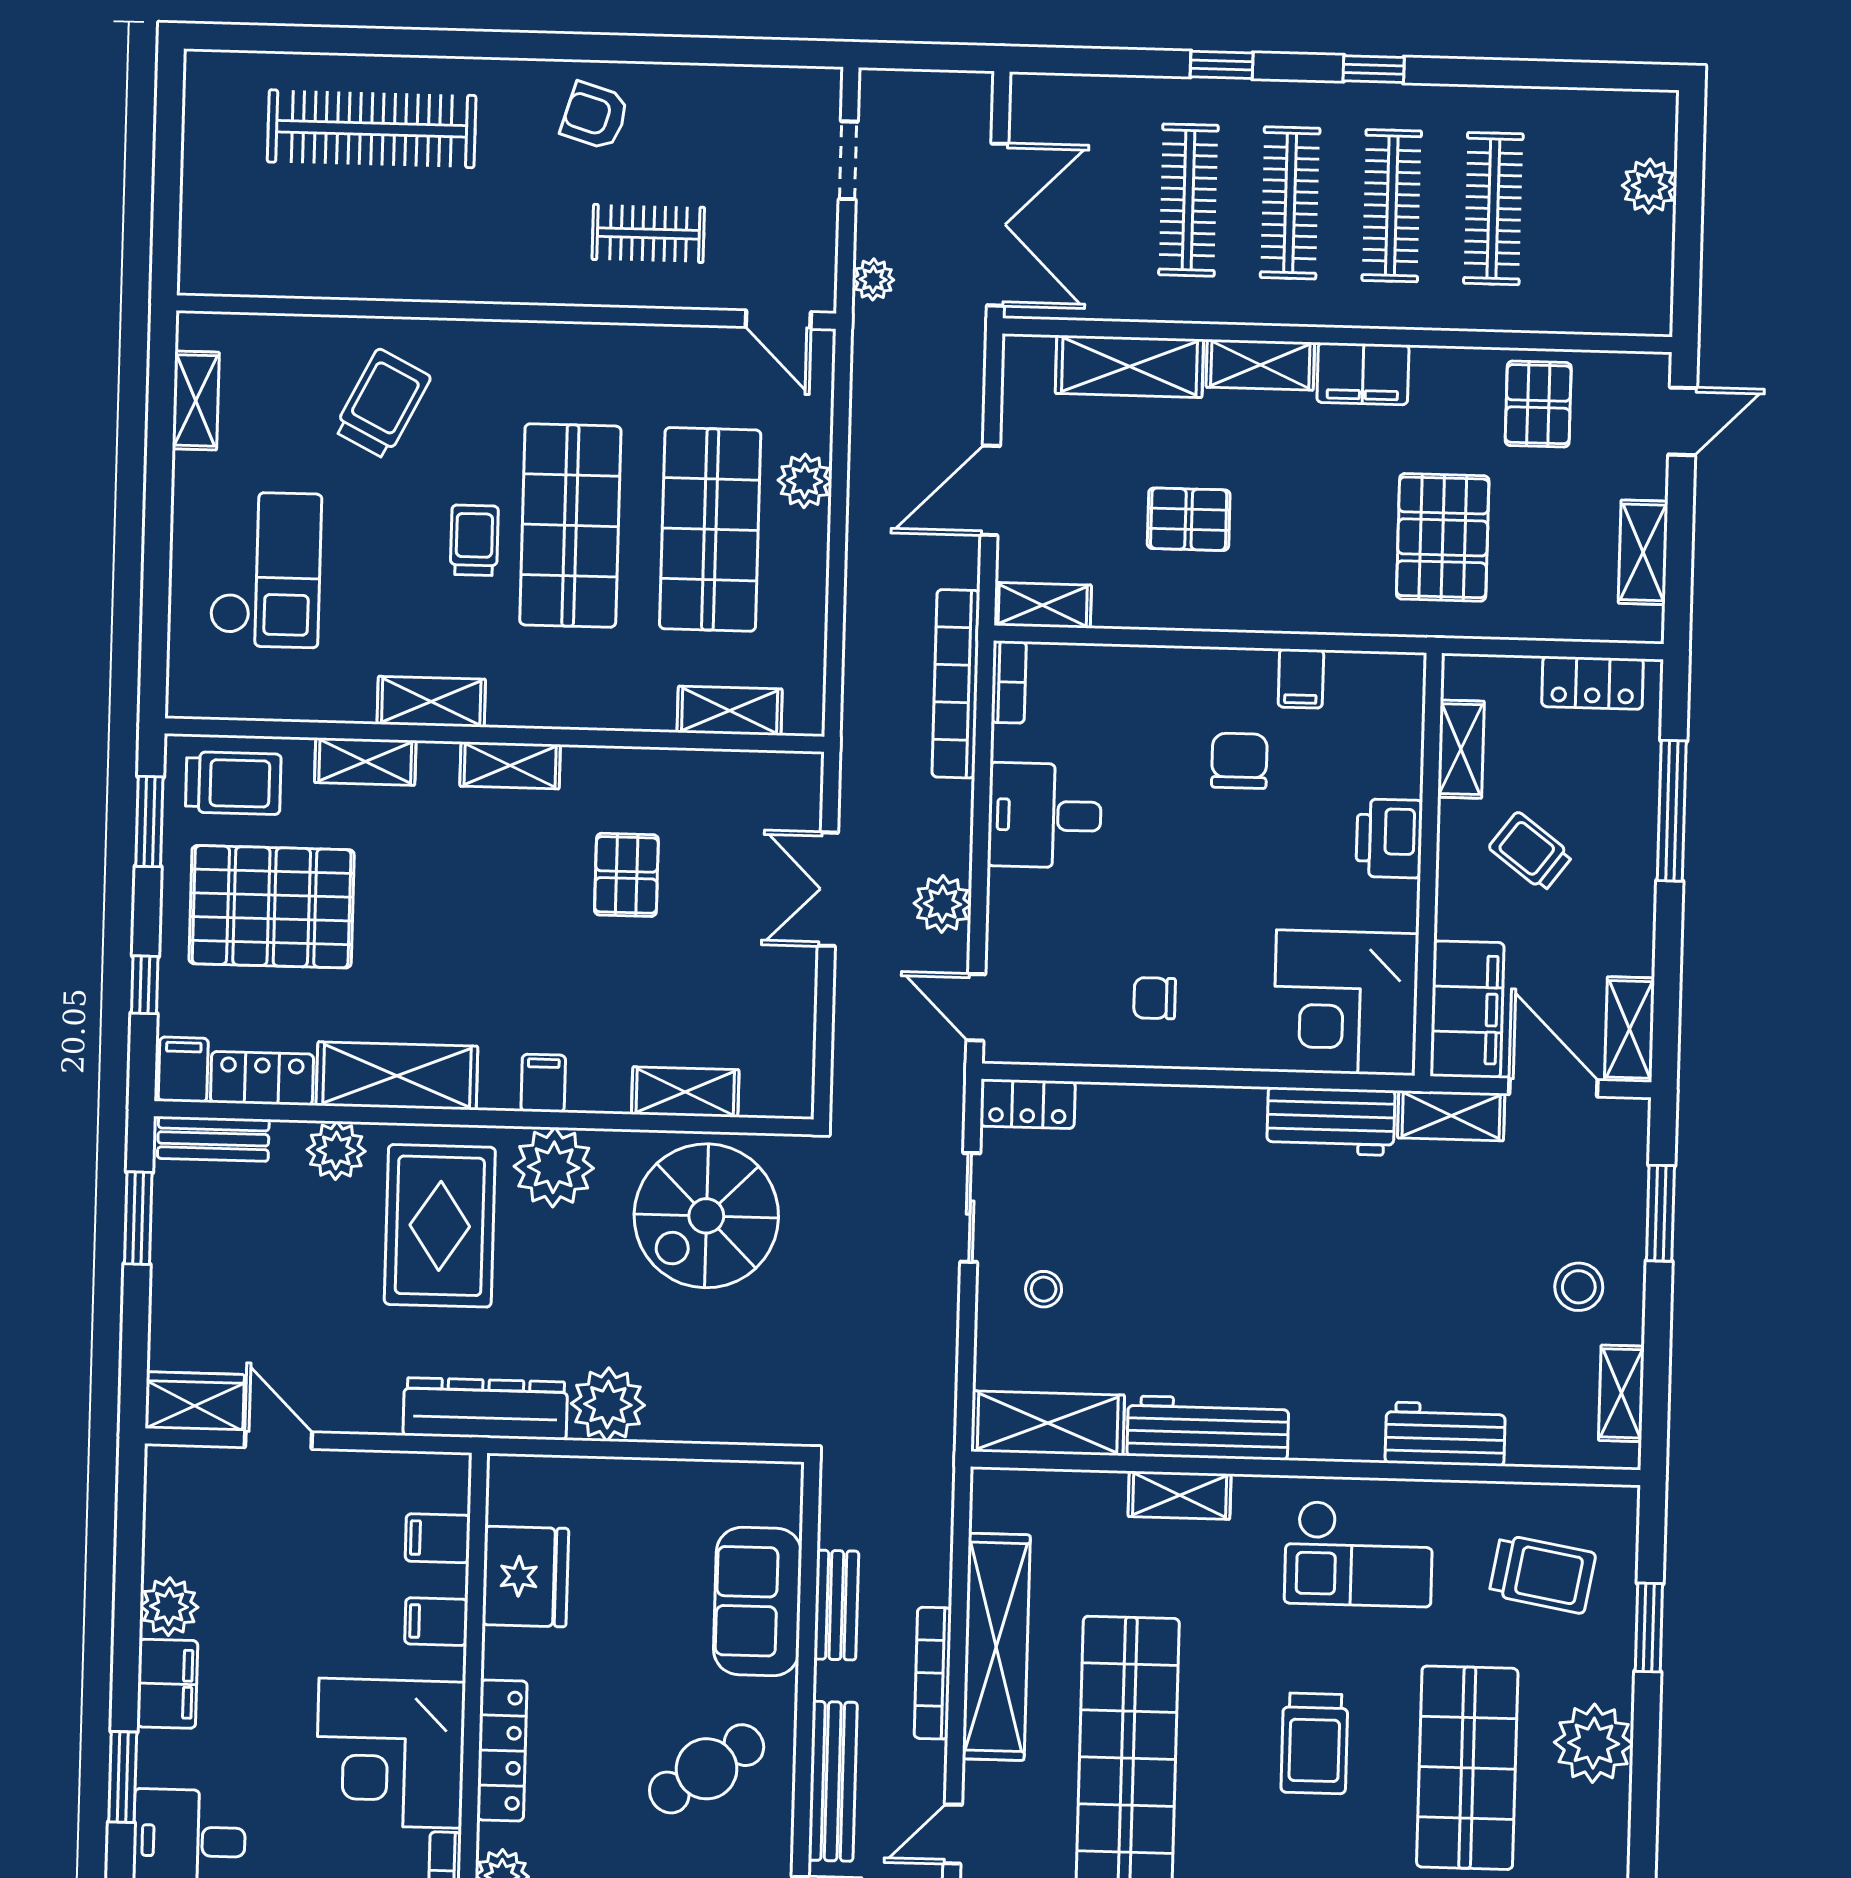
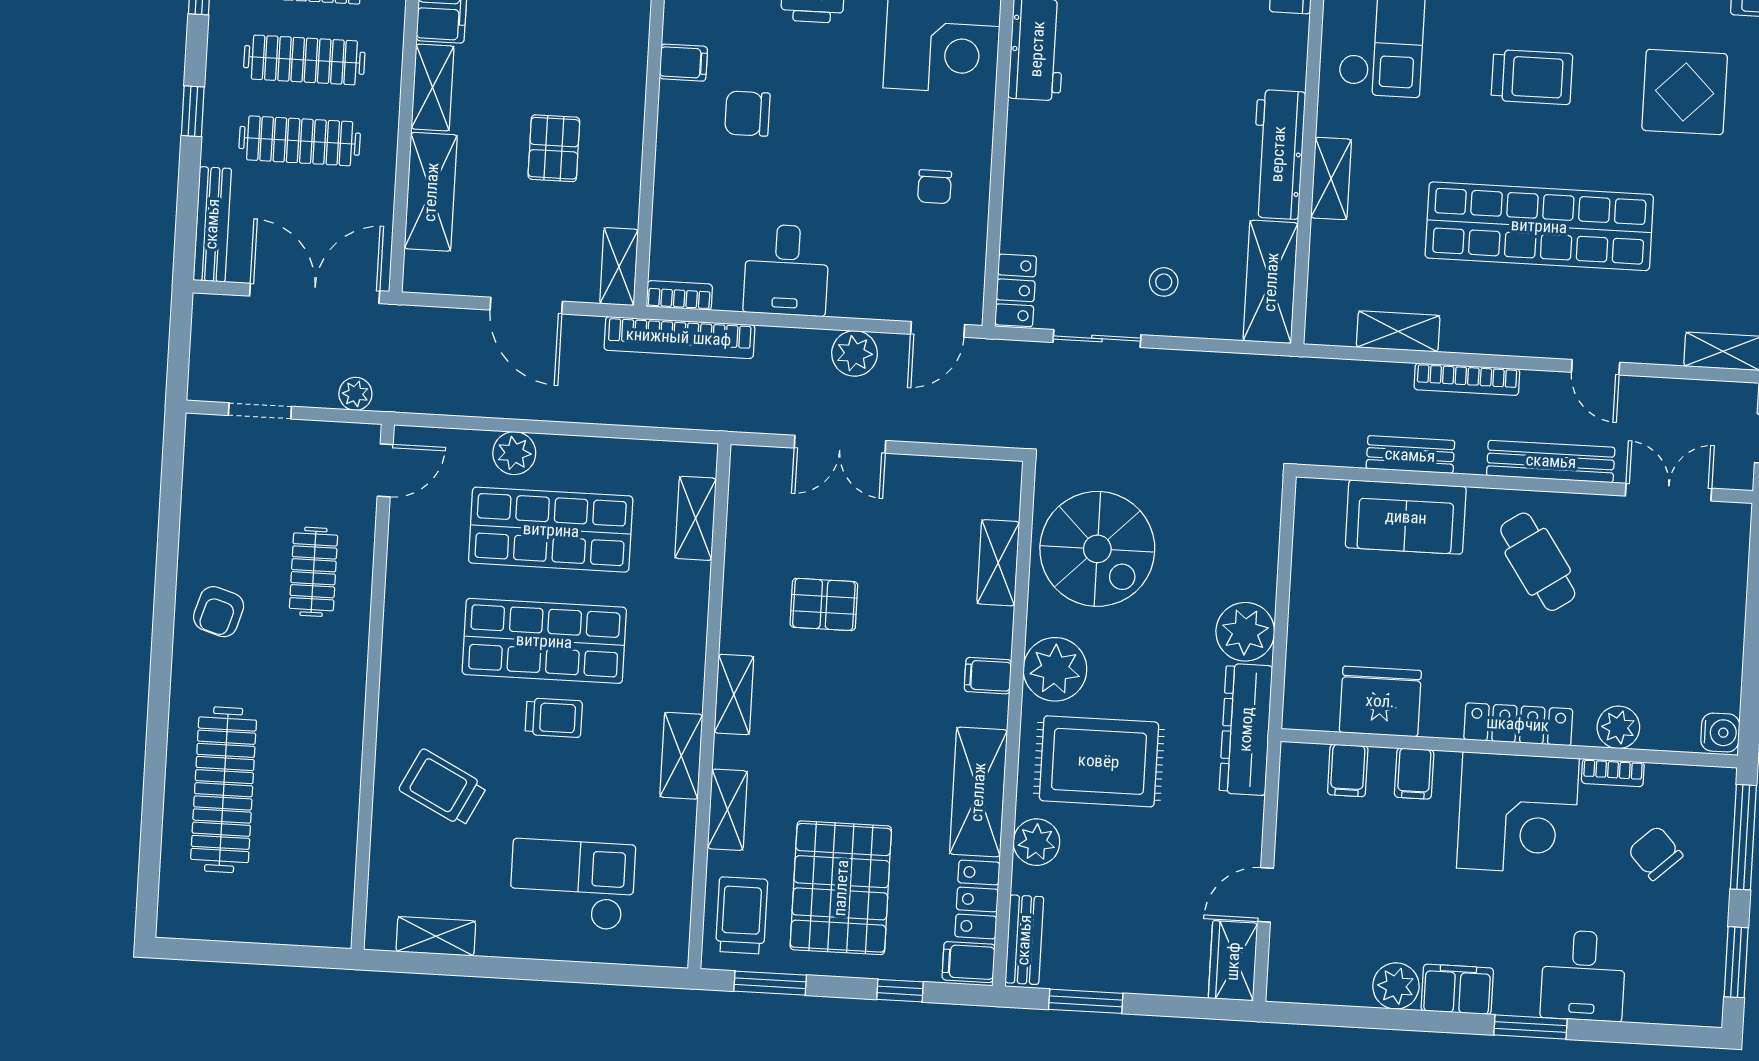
bench: (1080, 94) -> (212, 224), added
trolley: (474, 540) -> (554, 718), turned 180
shelving: (996, 1647) -> (1398, 331), width x0.45, depth x0.75

